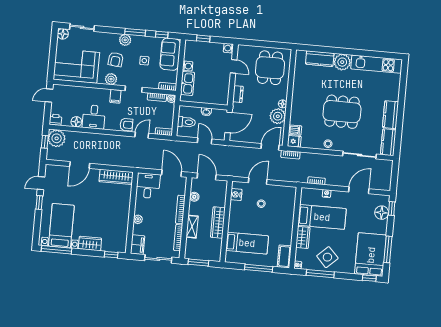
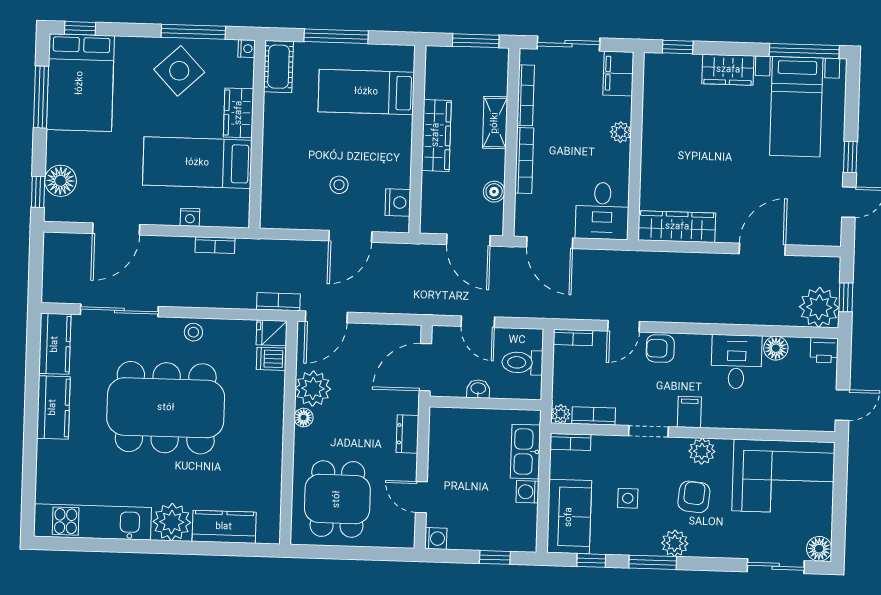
dining table: (342, 112) -> (166, 408), width x1.36, depth x1.24

